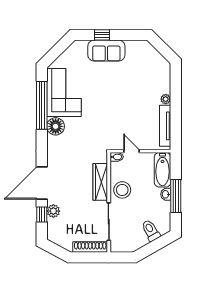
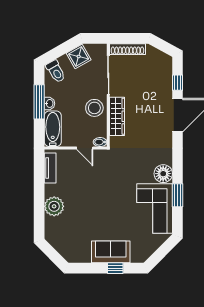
plant: (166, 99) -> (54, 206), width x1.88, depth x1.88
window: (42, 105) -> (177, 195), width x0.47
tv unit: (165, 126) -> (50, 168), width x0.71
plant: (53, 211) -> (165, 86), removed
toilet: (151, 230) -> (56, 71), moved
shower: (137, 240) -> (79, 56), added

